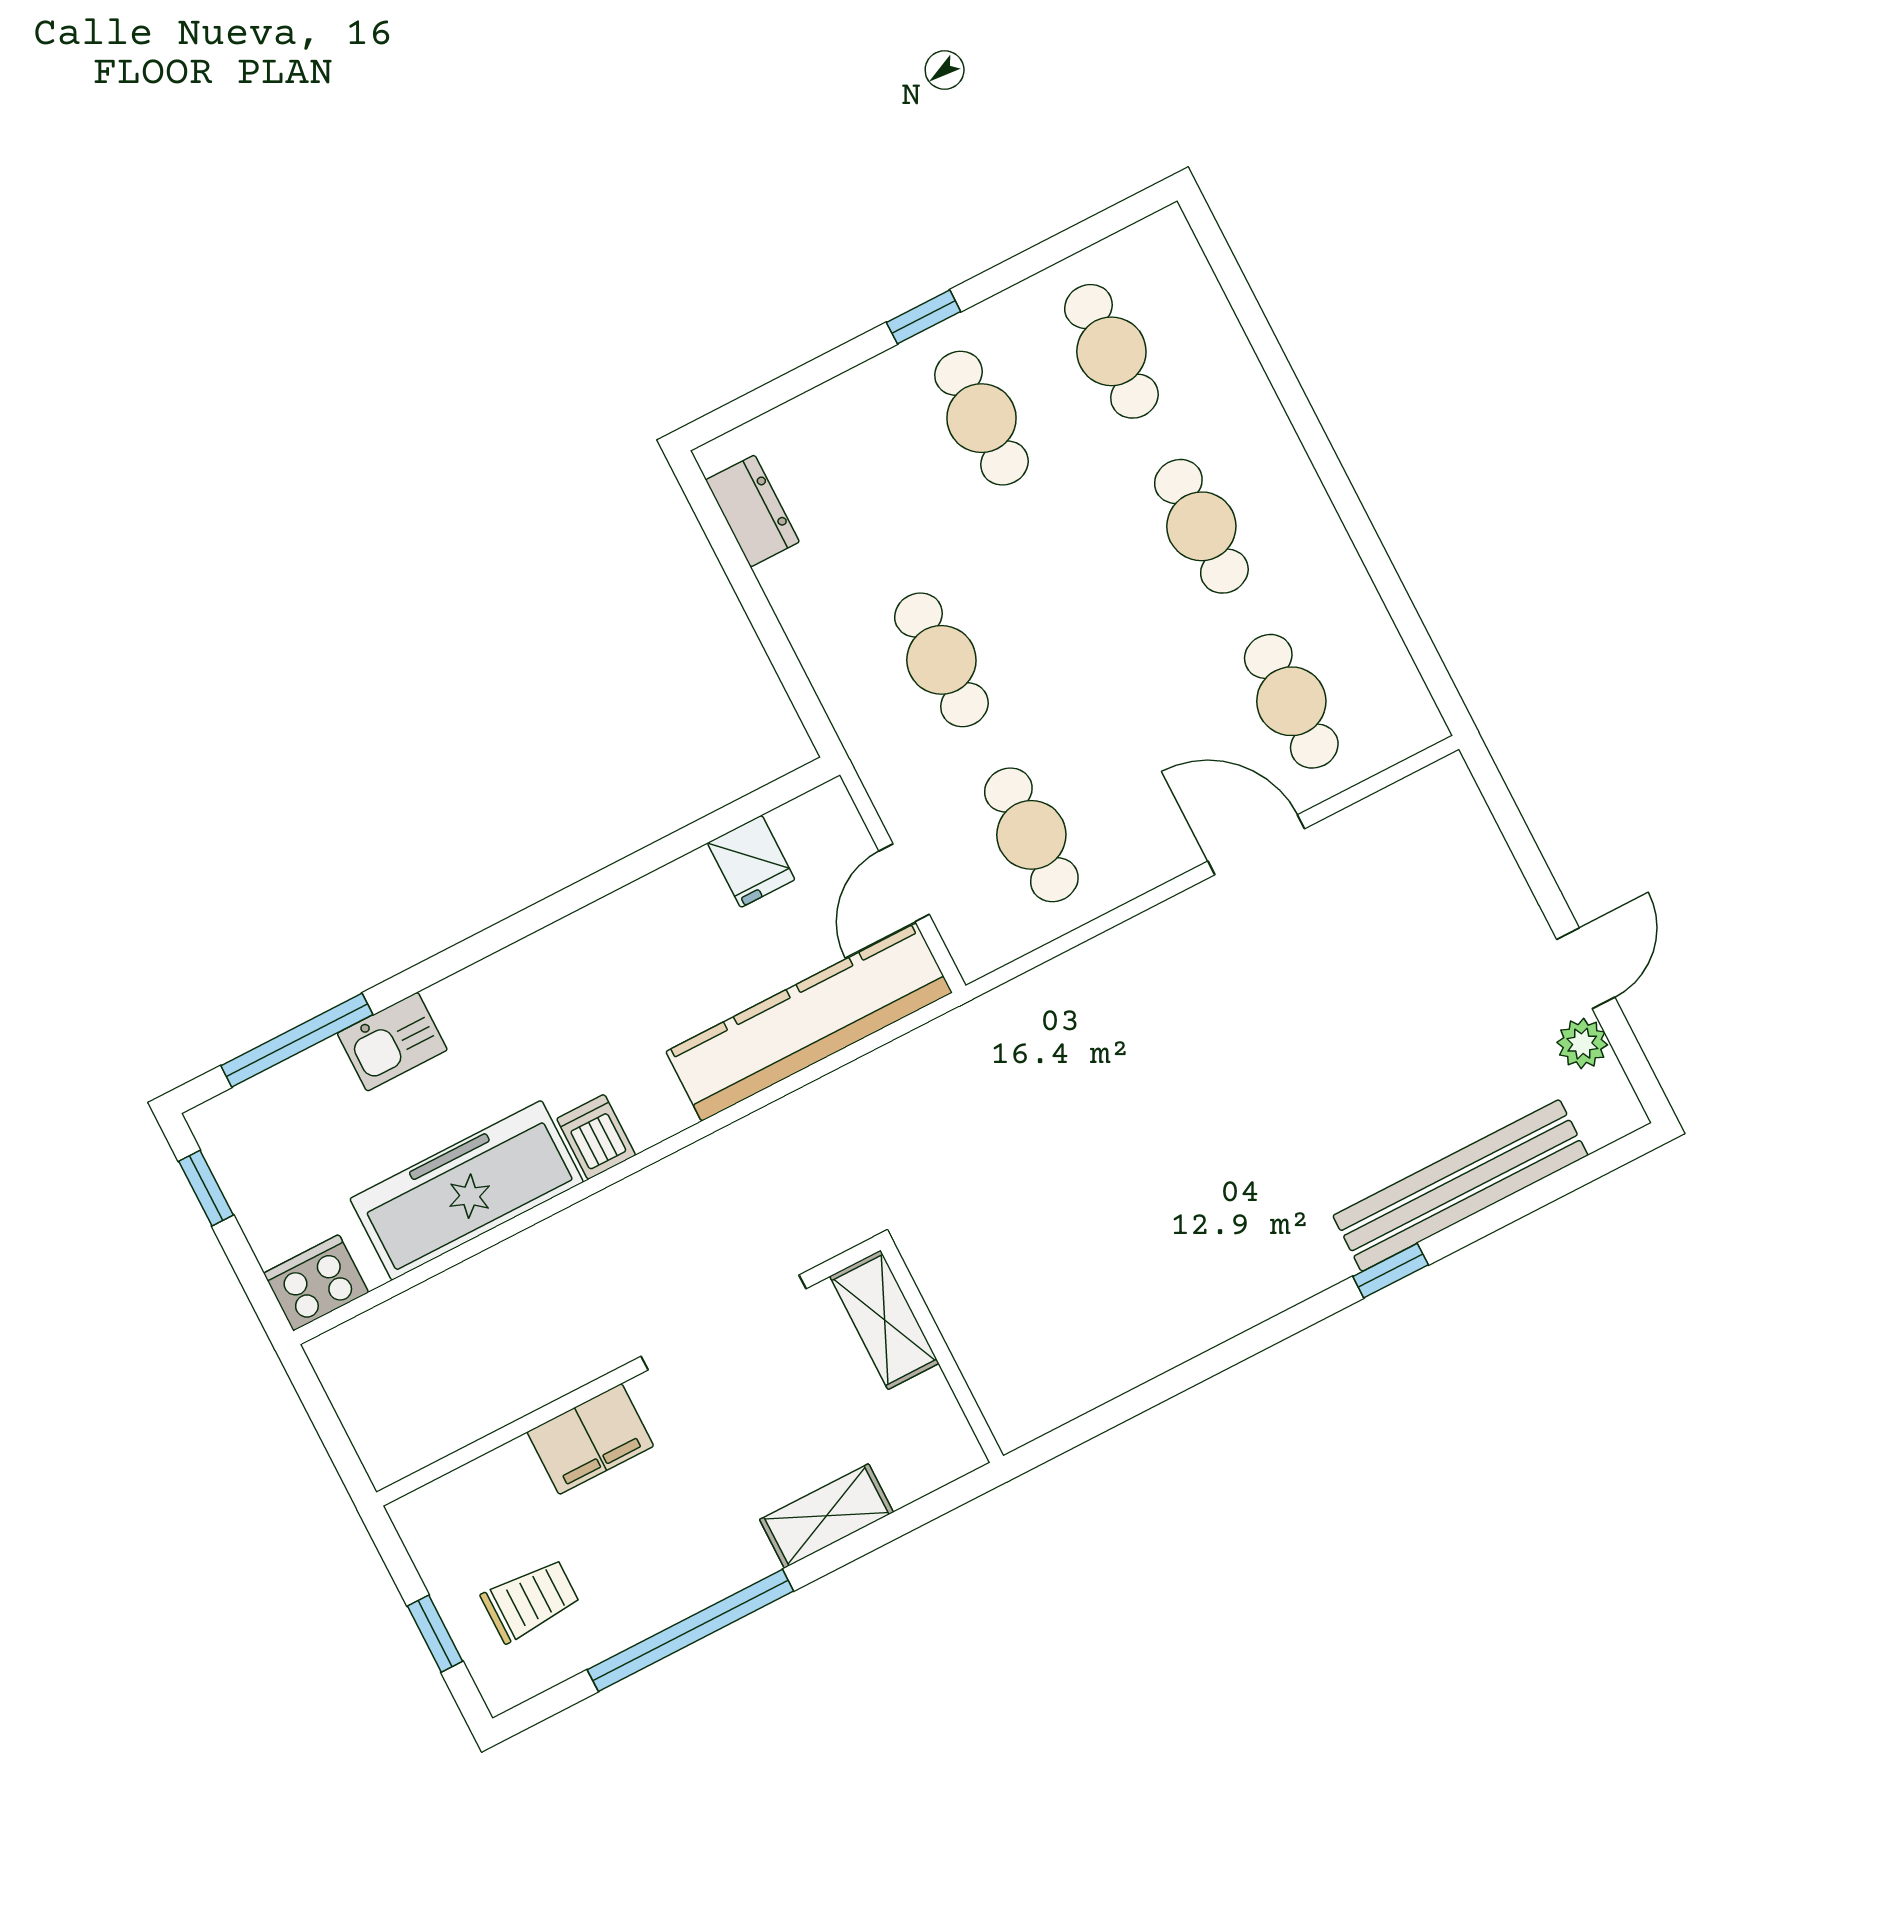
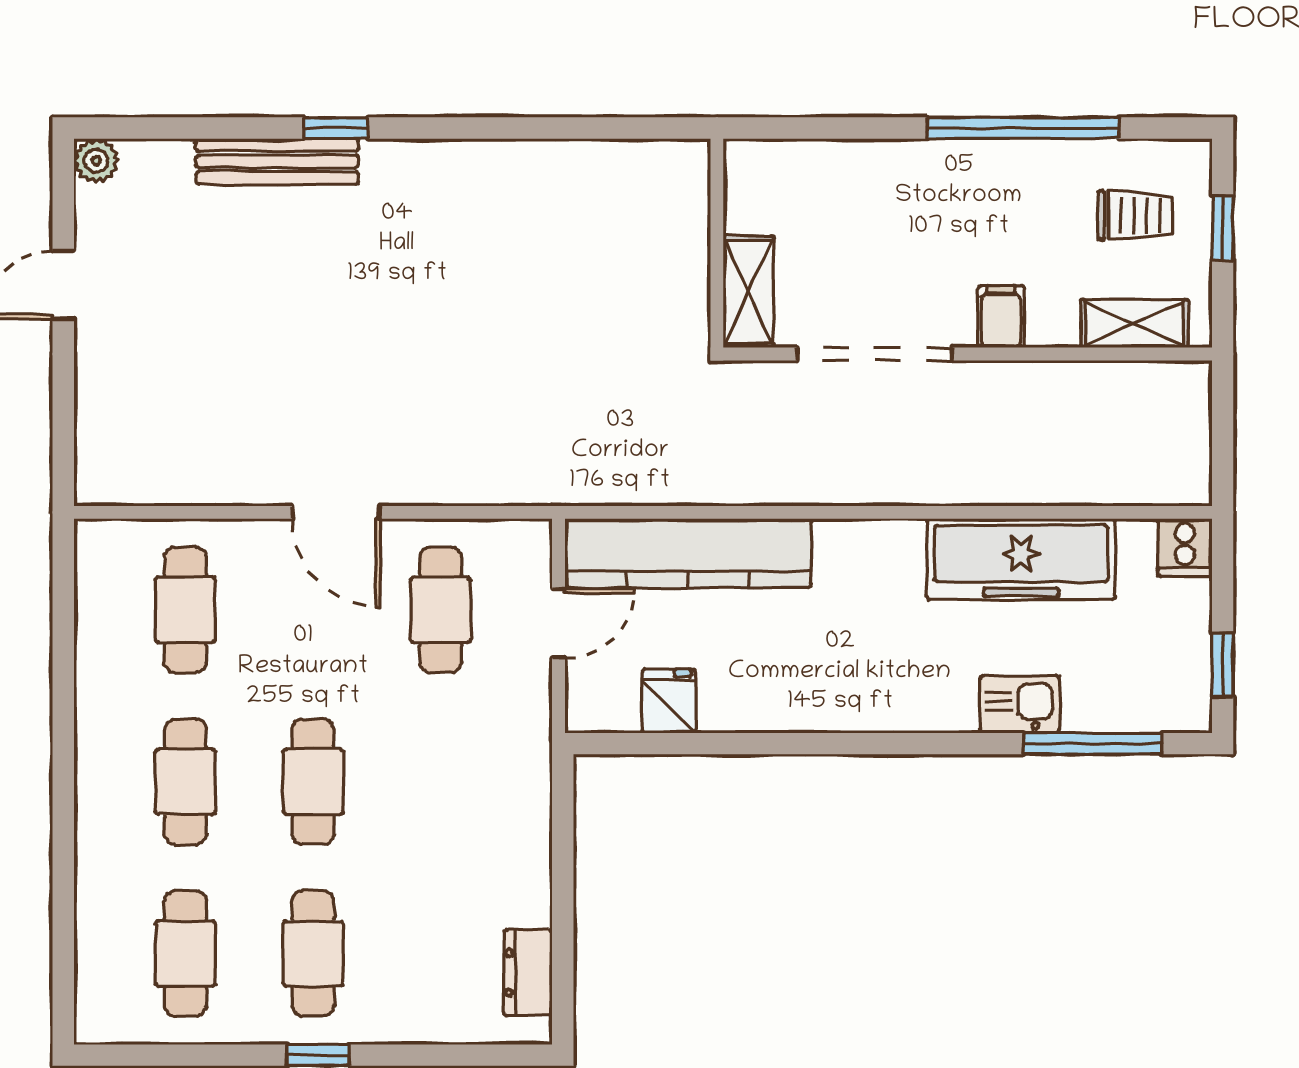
cafe table: (941, 660) -> (313, 782), moved
door: (1256, 845) -> (336, 512), moved
plant: (1582, 1044) -> (96, 161), moved
dishwasher: (596, 1137) -> (899, 549), removed
bench: (1460, 1185) -> (277, 161), width x0.73, depth x0.82
cooker: (316, 1283) -> (1185, 547), width x0.73
filing cabinet: (590, 1439) -> (1001, 317), width x0.50
shelving: (826, 1516) -> (1134, 324), moved
trolley: (530, 1600) -> (1135, 215), turned 180

